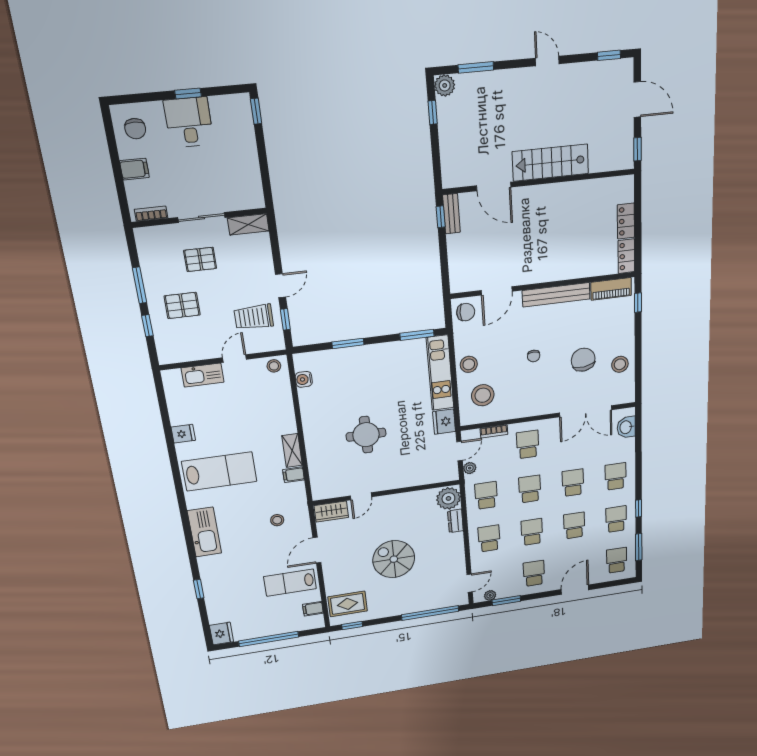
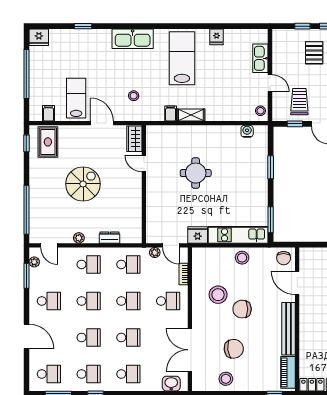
chair: (534, 356) -> (242, 309), width x1.87, depth x1.87
stool: (483, 395) -> (218, 295), moved
lab bench: (219, 471) -> (182, 58), turned 180
plant: (448, 498) -> (79, 238), moved, width x0.53, depth x0.53

